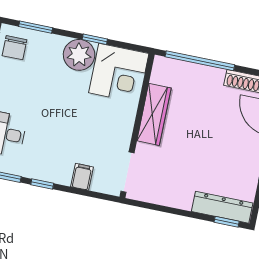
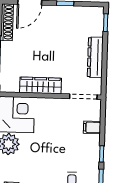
dresser: (222, 207) -> (95, 57), moved

